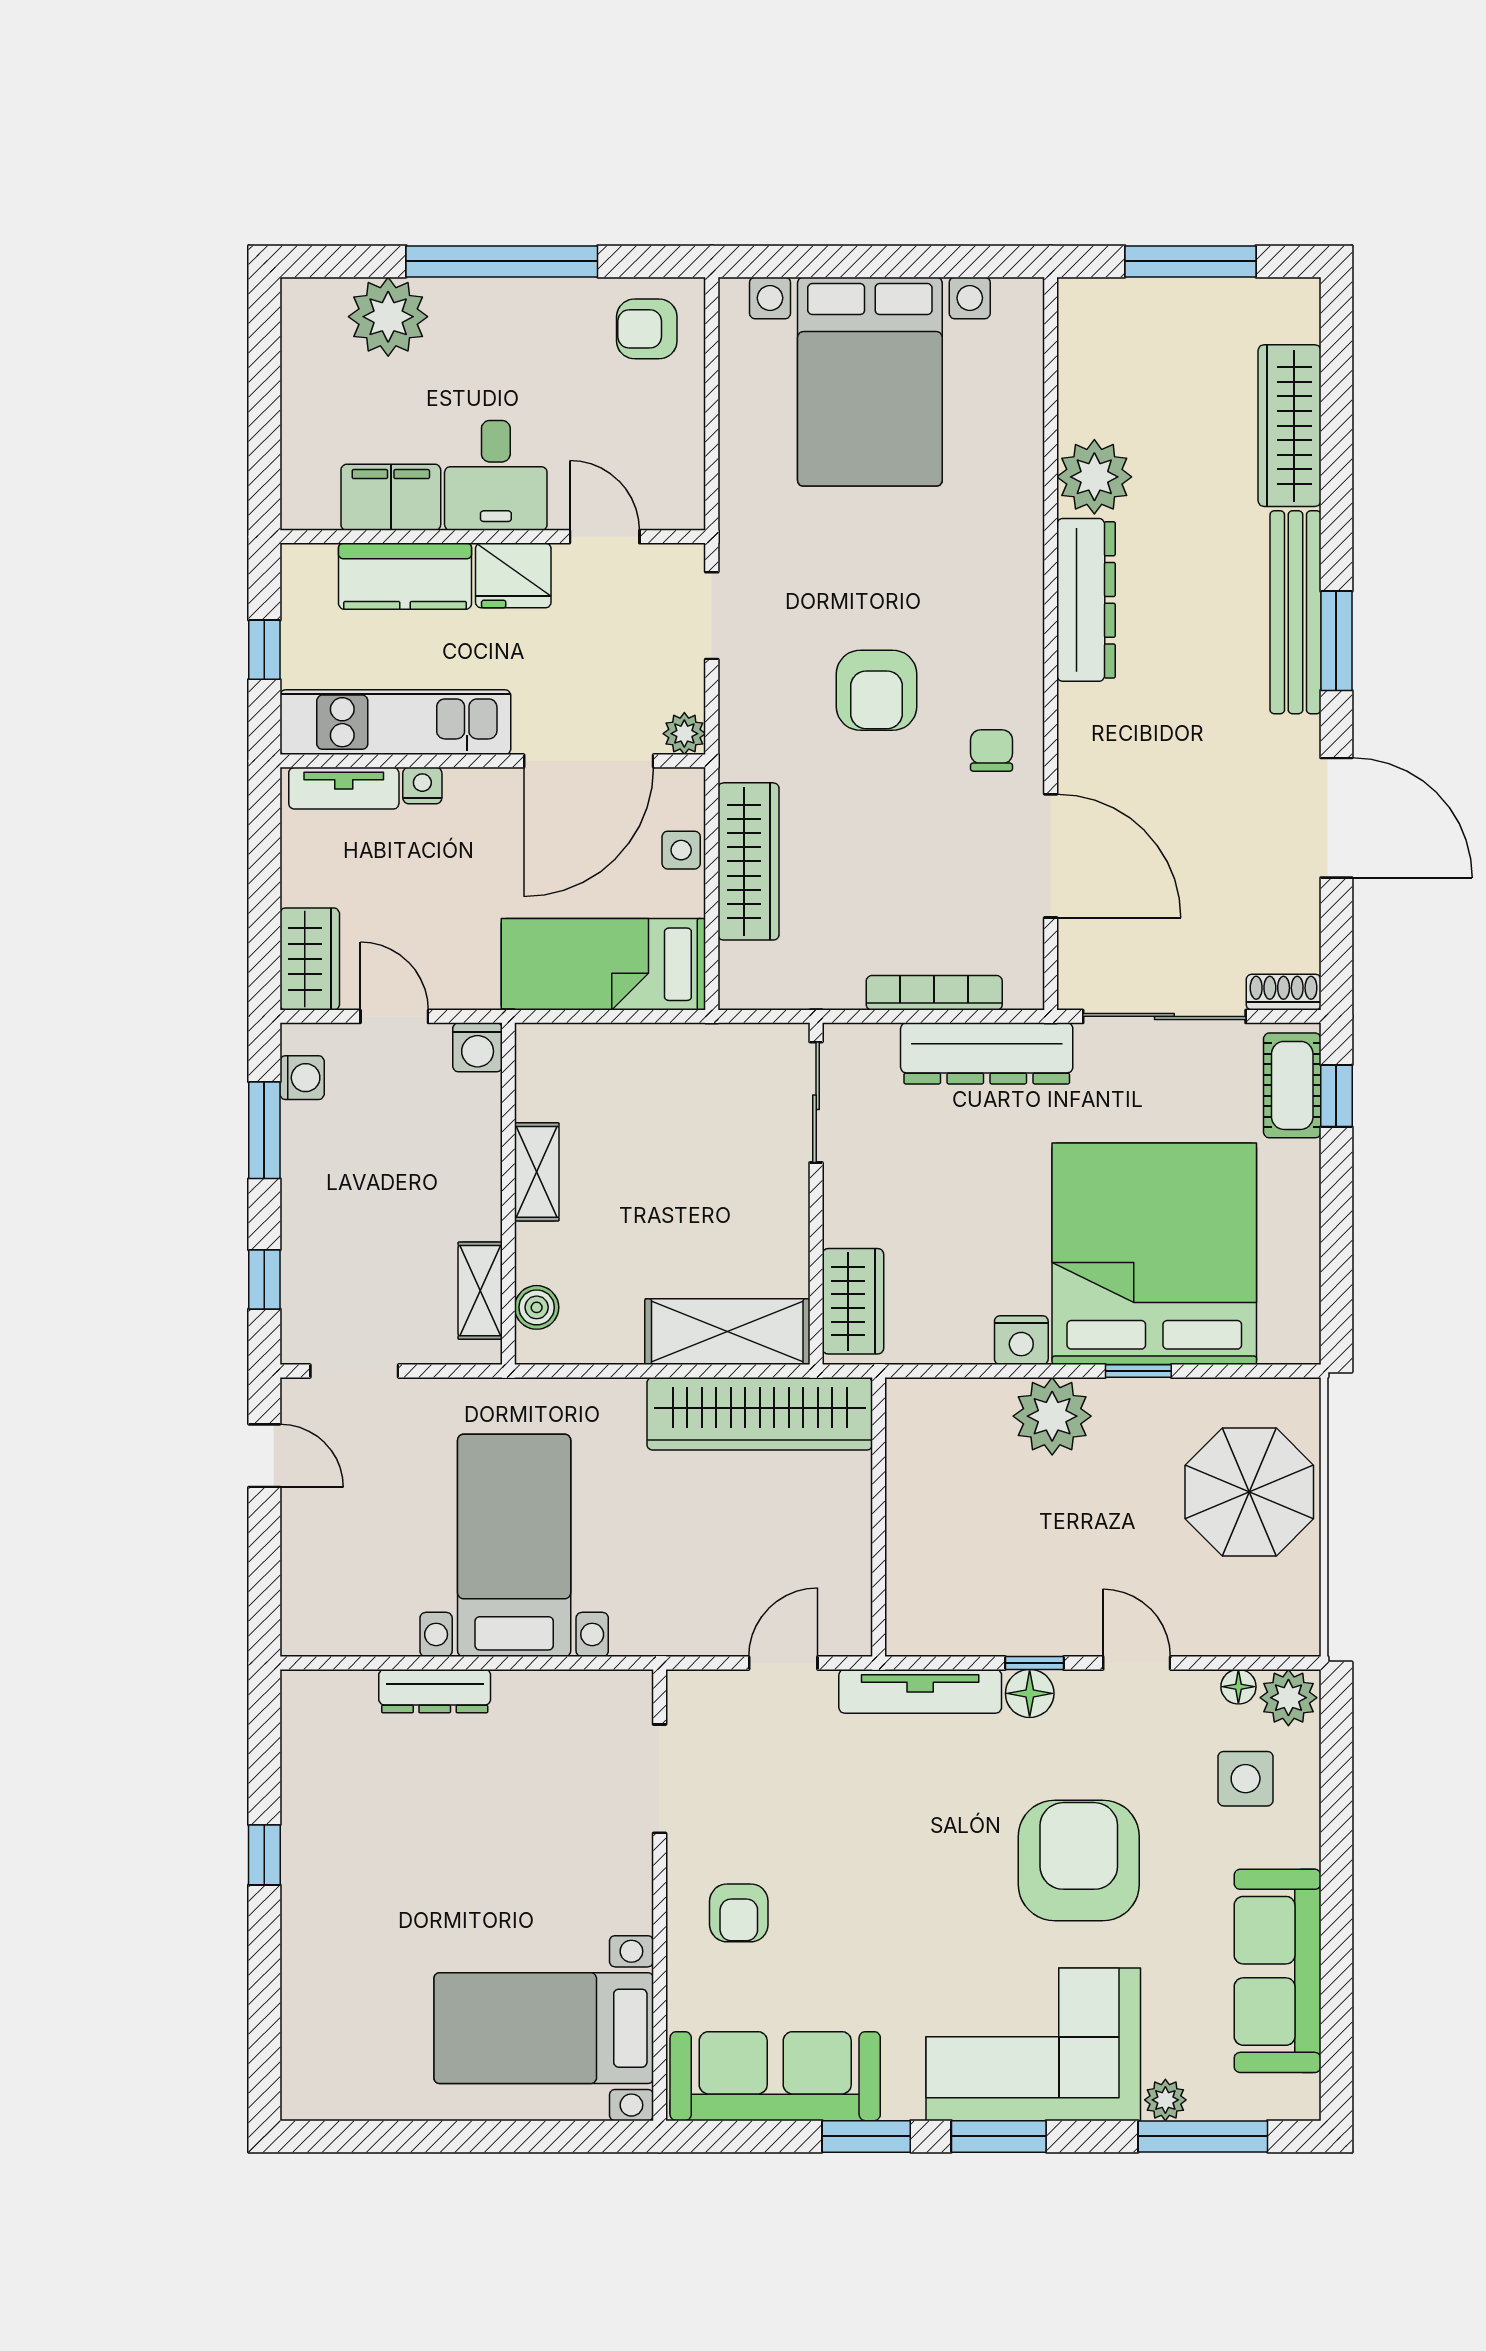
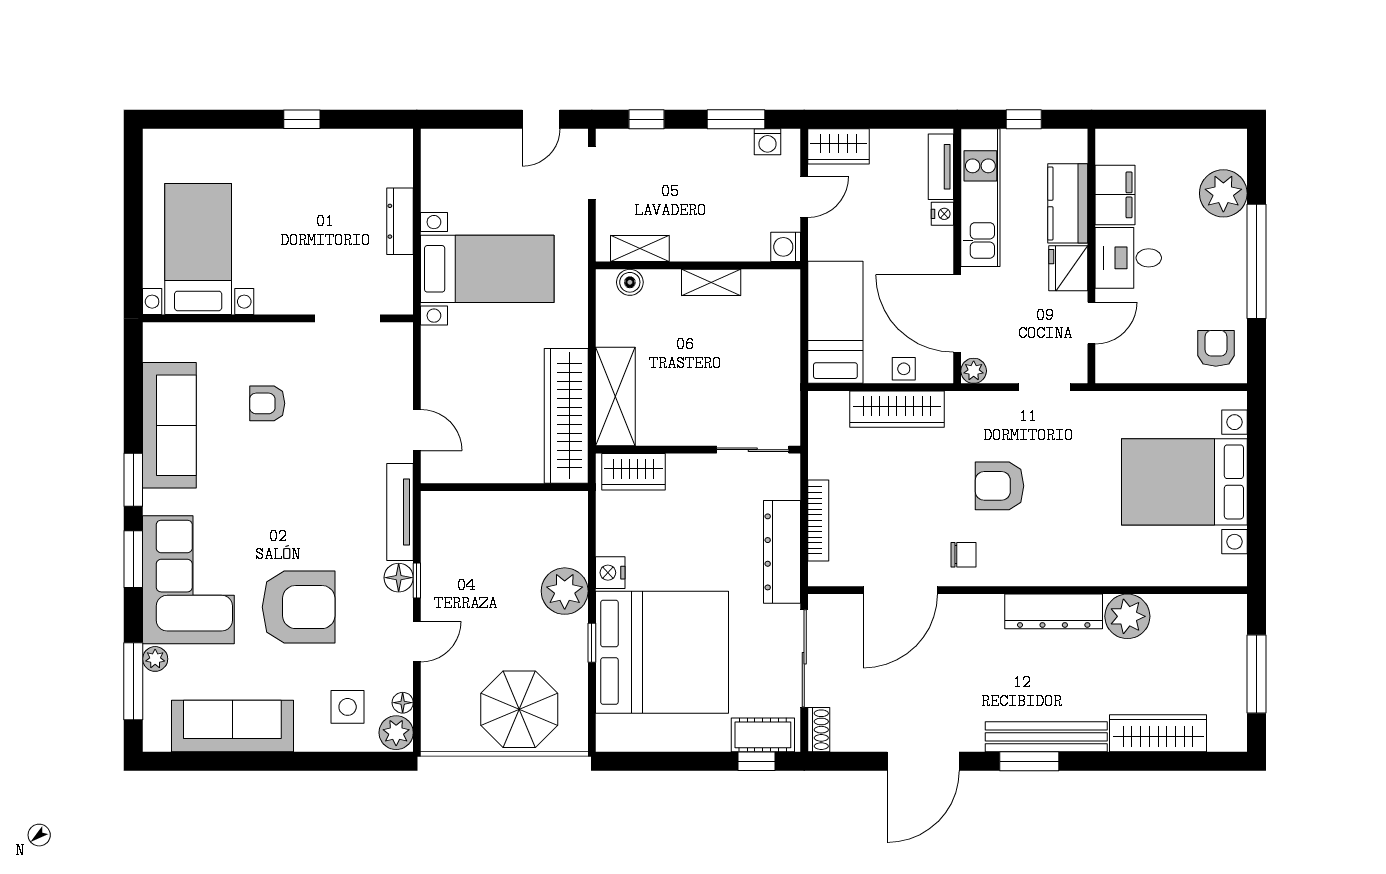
doorway: (660, 1779) -> (348, 318), moved
wall: (660, 1895) -> (278, 318), moved
bed with nightstands: (544, 2028) -> (198, 249), moved

